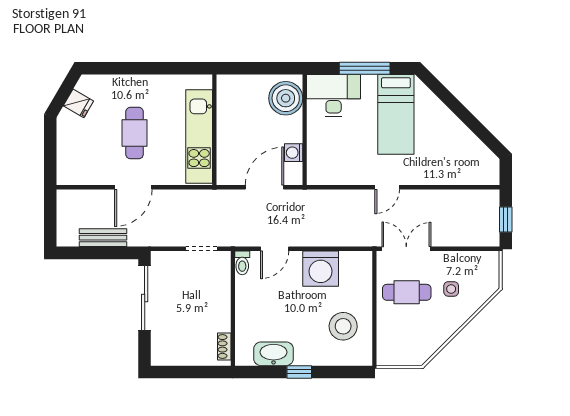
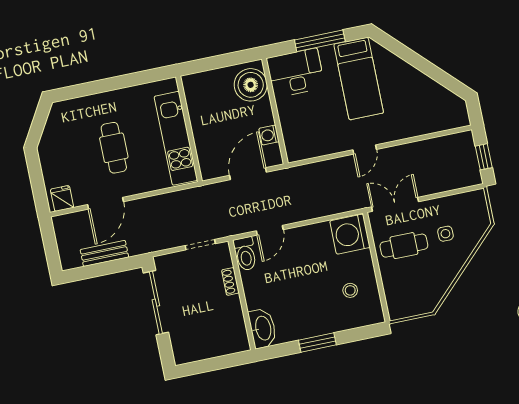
fridge: (78, 103) -> (62, 198), moved, turned -120
door: (133, 187) -> (105, 203), moved
toilet: (242, 263) -> (245, 254), width x1.37, depth x1.39
washing machine: (321, 269) -> (350, 234), moved, turned 90
stool: (343, 326) -> (350, 290), width x0.53, depth x0.53
shoe rack: (224, 346) -> (230, 281), moved
washbasin: (274, 354) -> (263, 328), moved, turned 90
window: (299, 372) -> (317, 342), width x1.50

